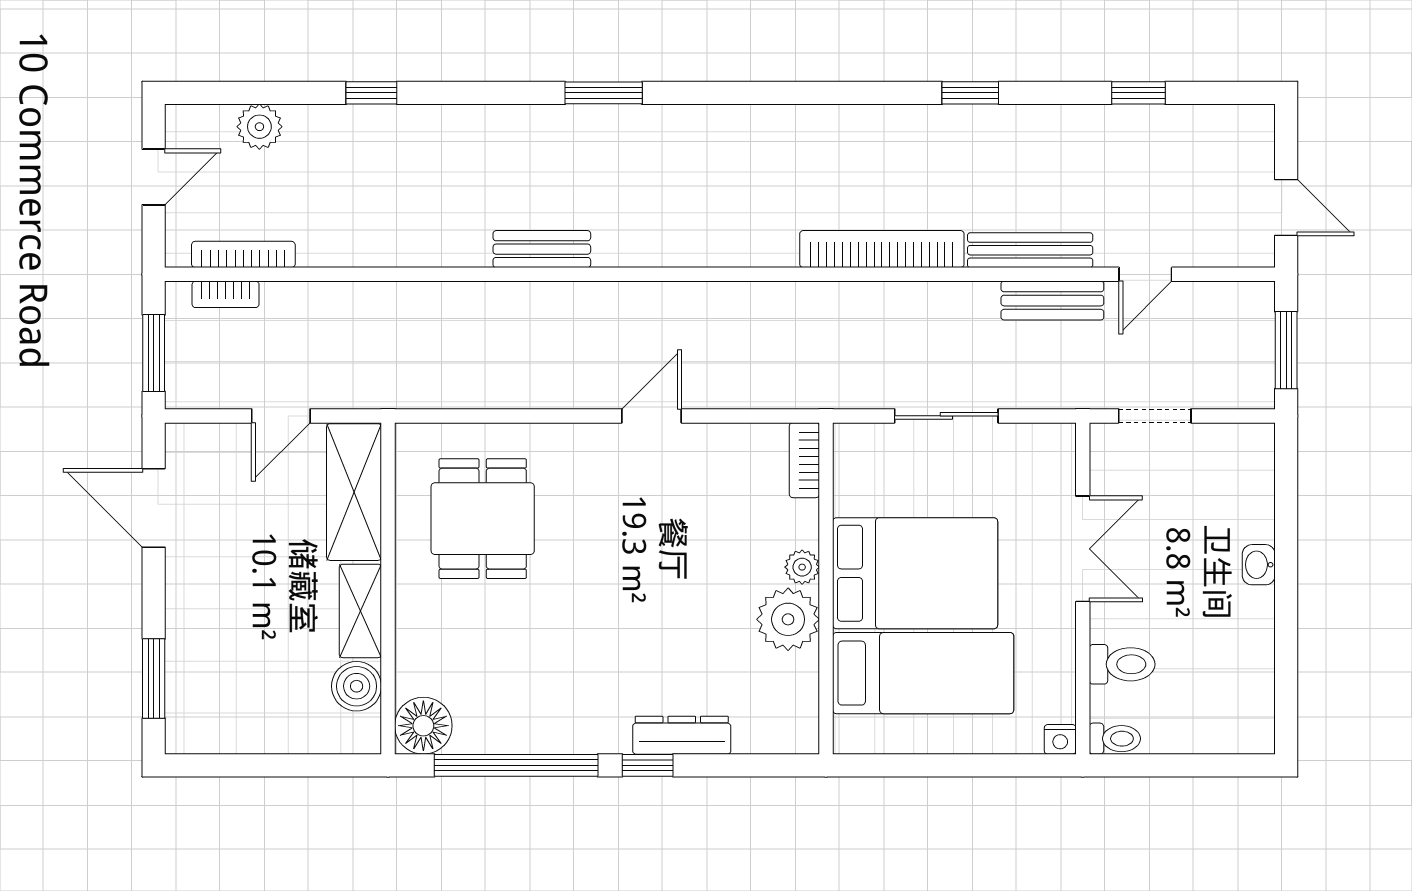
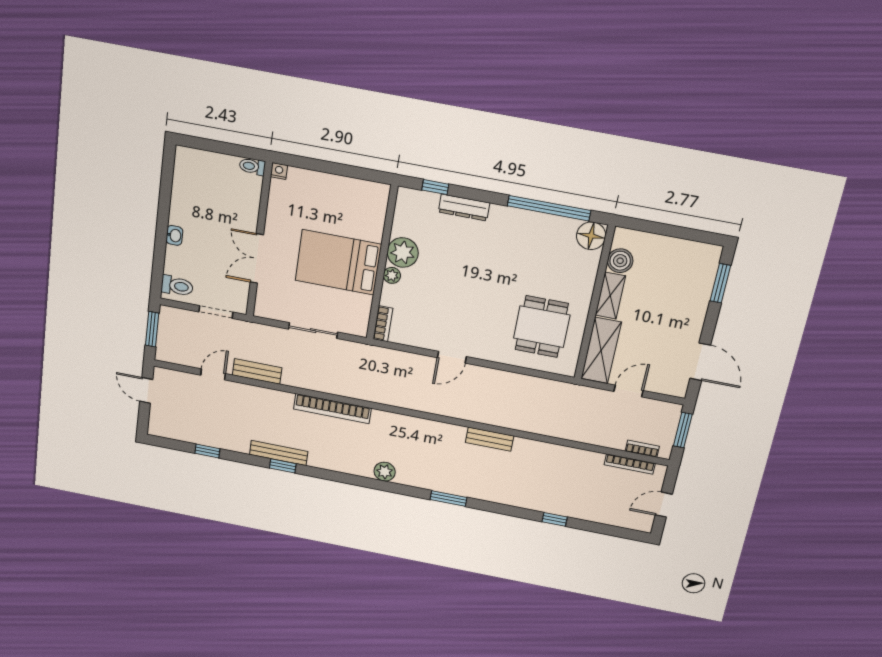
plant: (259, 127) -> (385, 472), moved
bench: (1030, 250) -> (279, 453), moved
toilet: (1122, 664) -> (177, 286), moved, turned 180
bed: (923, 673) -> (341, 215), removed
window: (648, 765) -> (435, 187), moved

